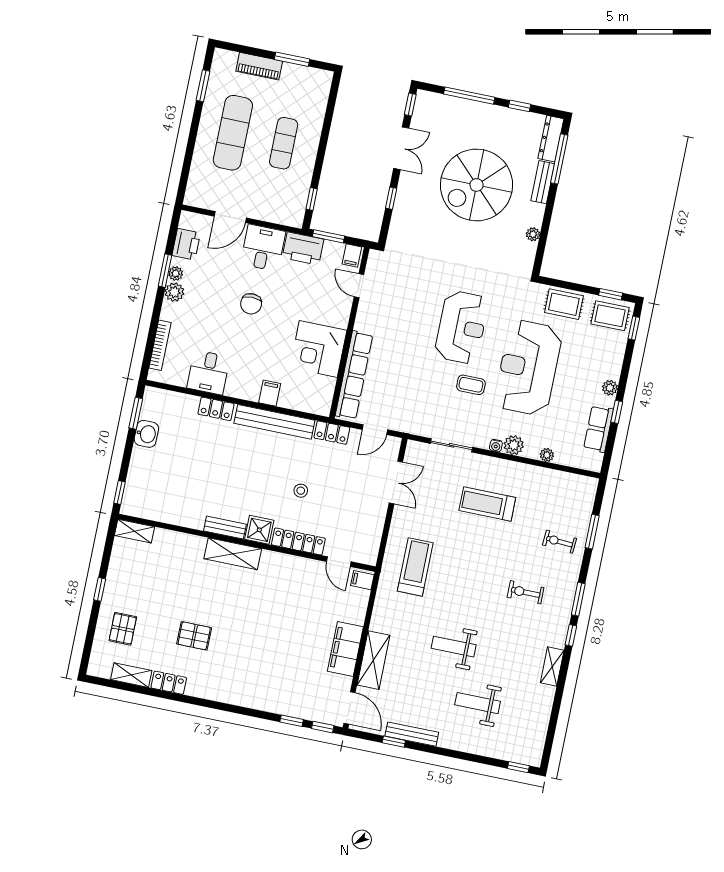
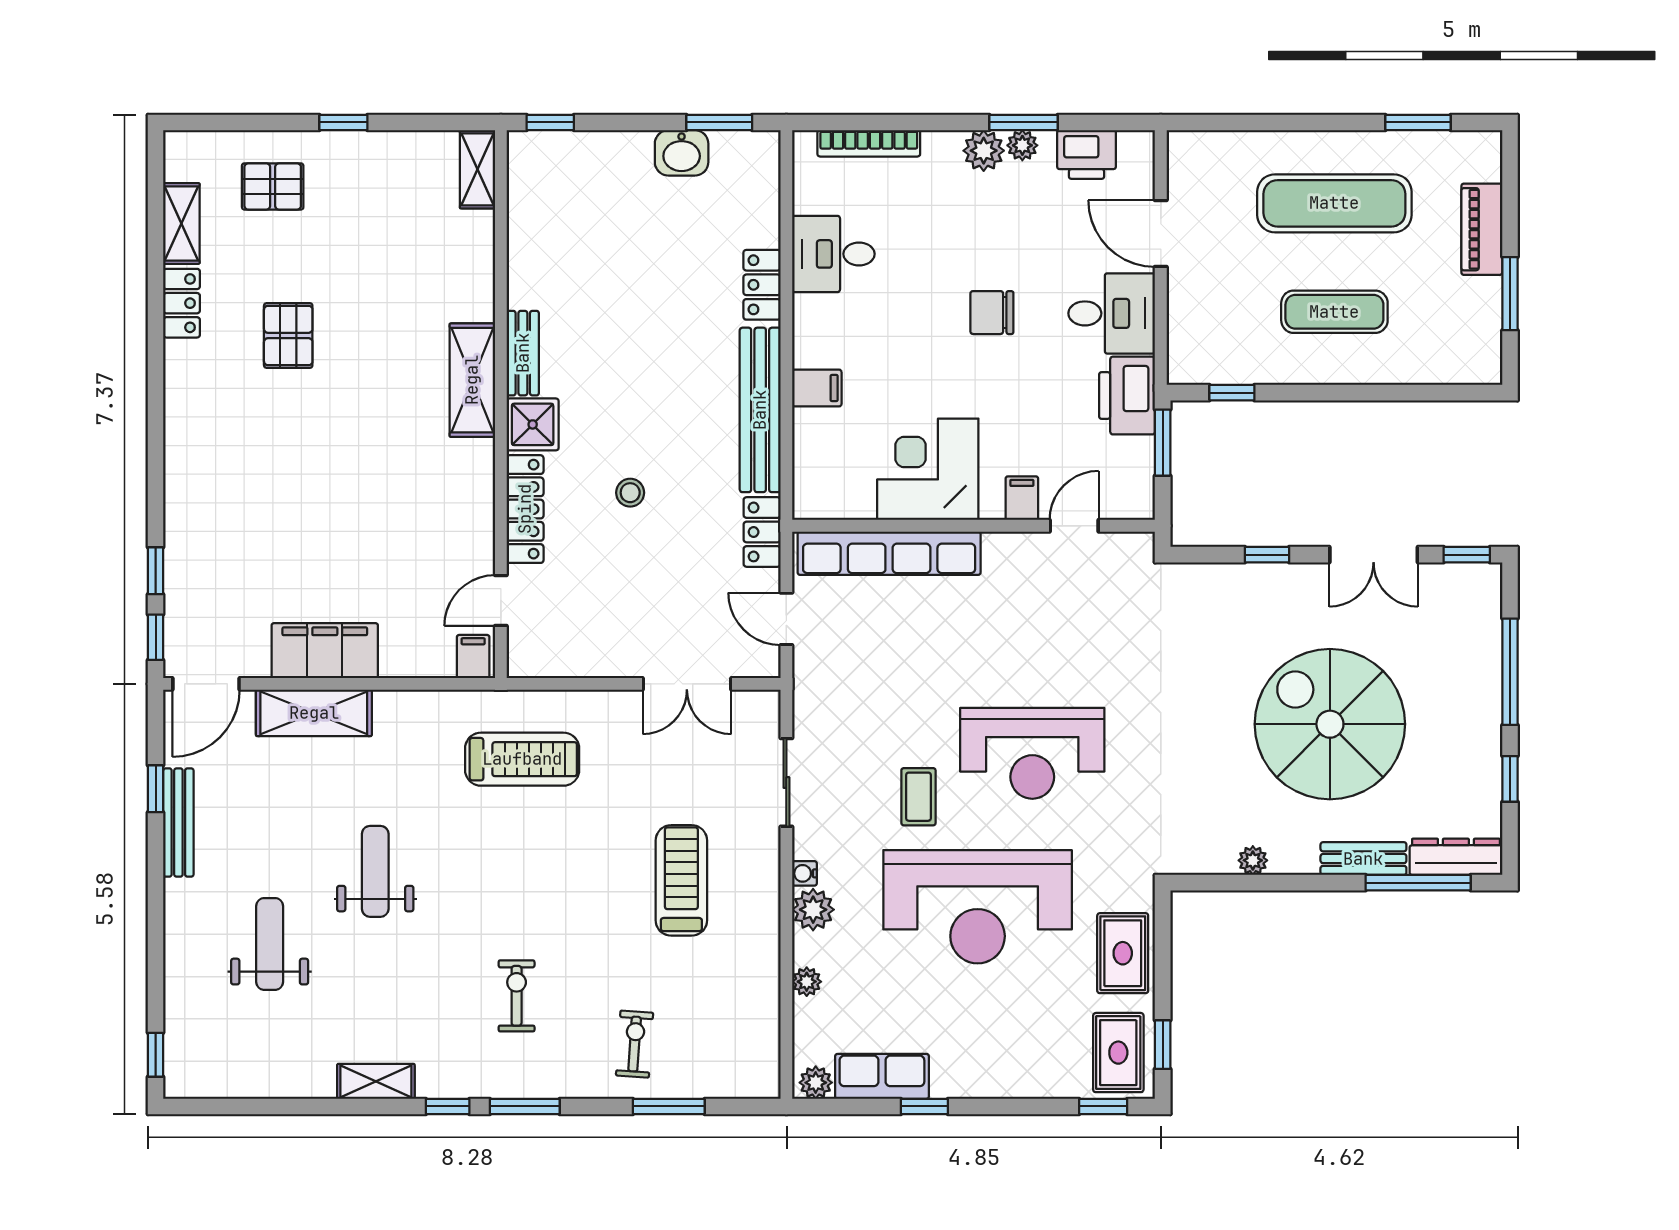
filing cabinet: (352, 256) -> (1022, 498), moved, turned 90
reception desk: (528, 368) -> (978, 907), turned 180
plant: (610, 388) -> (816, 1083), moved

